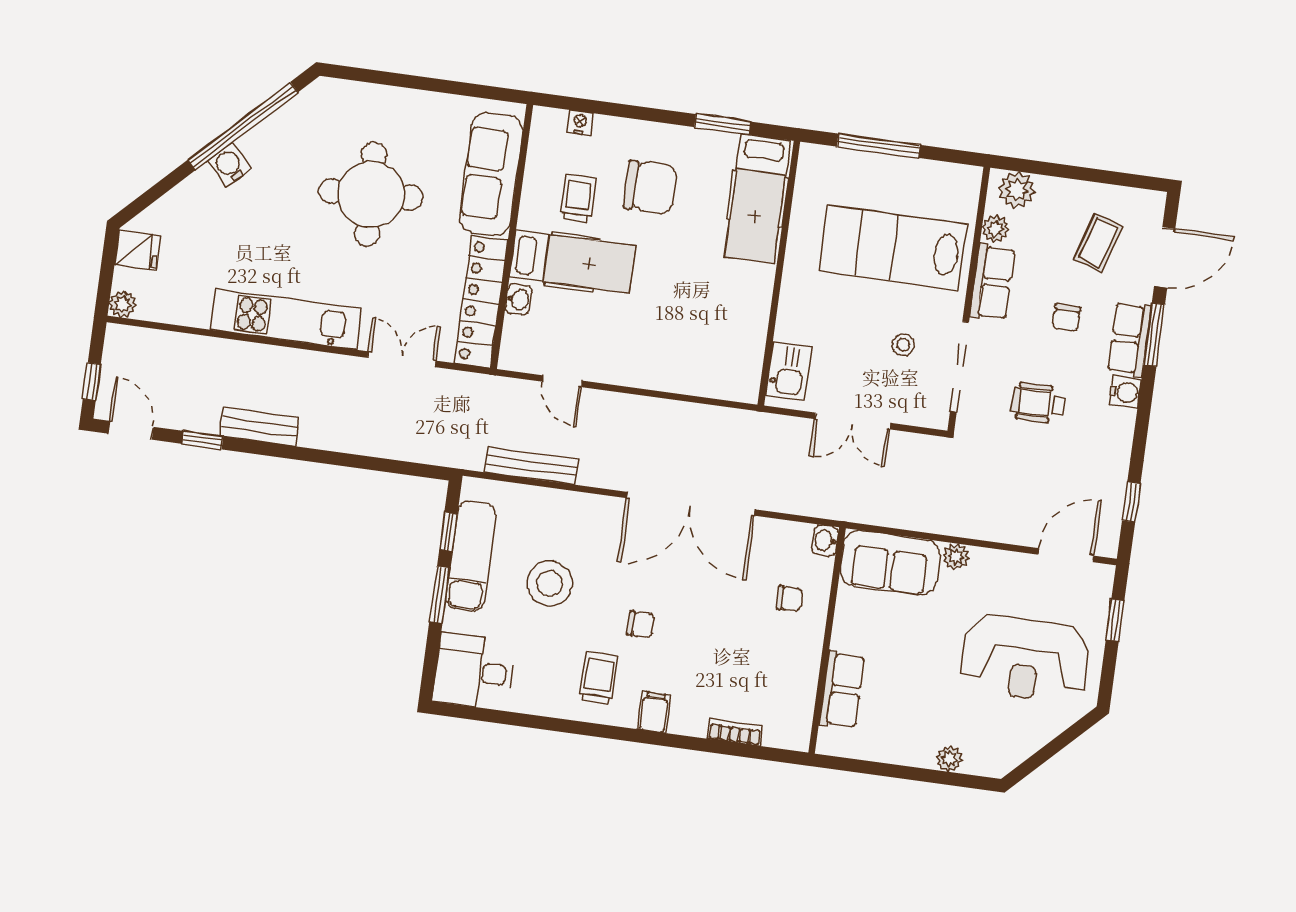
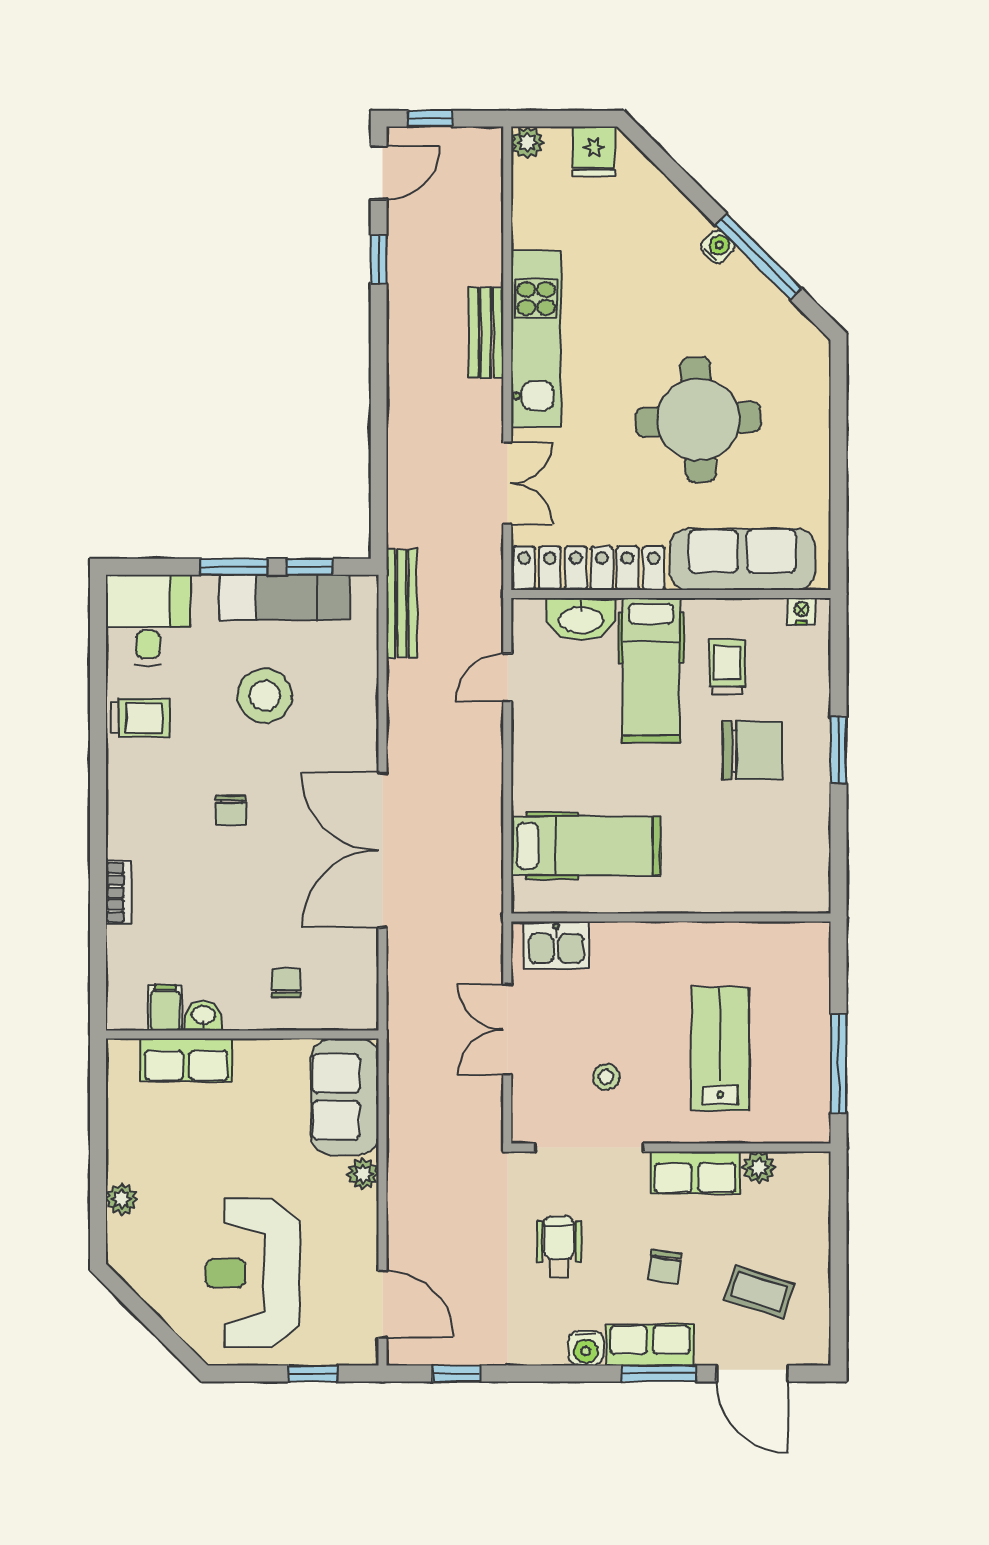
nightstand: (580, 123) -> (801, 611), moved, turned -90
window: (723, 124) -> (839, 750), moved
window: (243, 126) -> (758, 256), width x0.68
window: (879, 146) -> (839, 1063), moved
water cooler: (229, 165) -> (718, 247), width x0.72, depth x0.72
chair: (650, 187) -> (752, 750), turned -90
plant: (1017, 190) -> (809, 1187), removed
trolley: (578, 198) -> (727, 667), turned -90
hospital bed: (758, 199) -> (586, 846), moved, turned 180
lab bench: (893, 247) -> (720, 1049), width x0.73, depth x0.72
washbasin: (519, 299) -> (581, 619), width x1.91, depth x1.45
chair: (1066, 318) -> (665, 1266), turned -82
bench: (259, 427) -> (486, 333), moved
bench: (532, 466) -> (402, 603), moved
washbasin: (825, 541) -> (204, 1016), moved
chair: (789, 599) -> (286, 983), turned 180
trolley: (598, 678) -> (140, 718), moved
filing cabinet: (654, 712) -> (165, 1008), moved, turned -90
bookcase: (735, 732) -> (118, 892), moved

